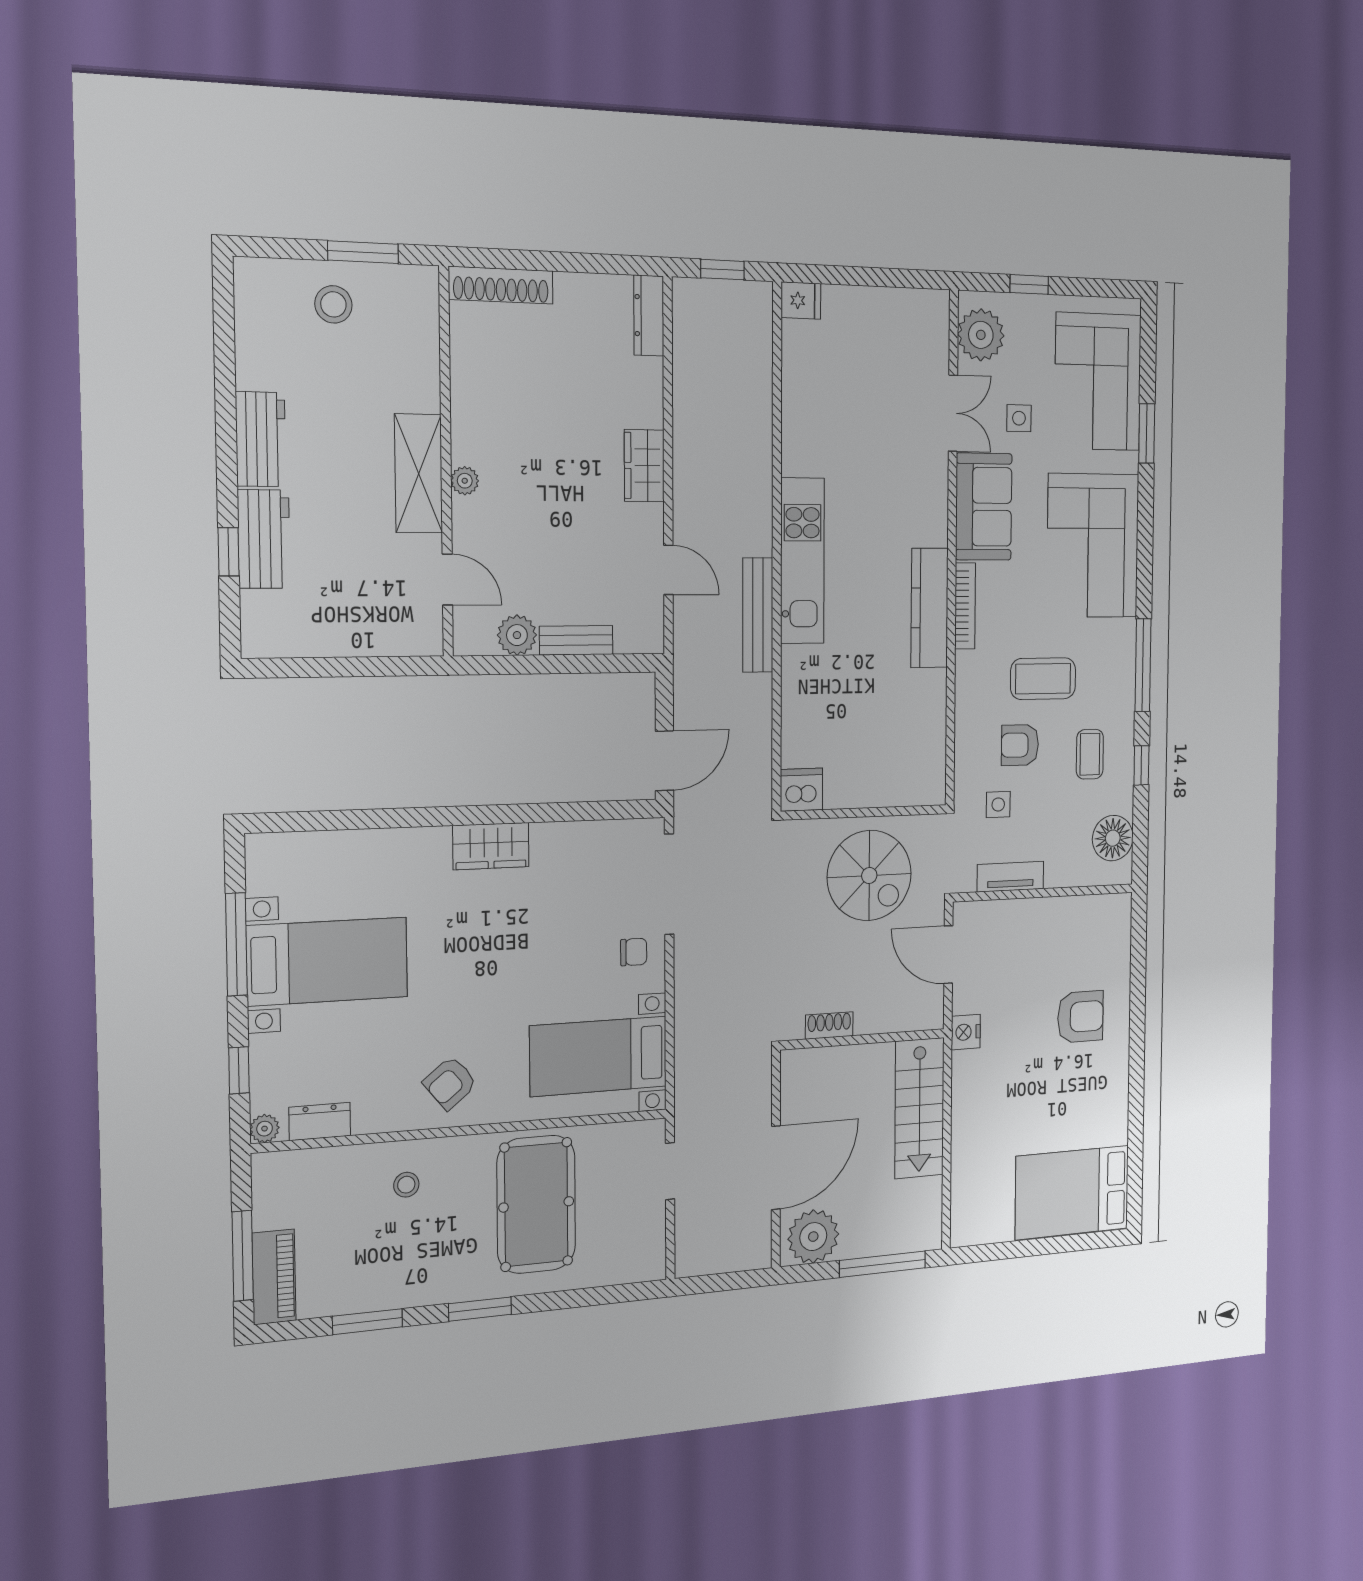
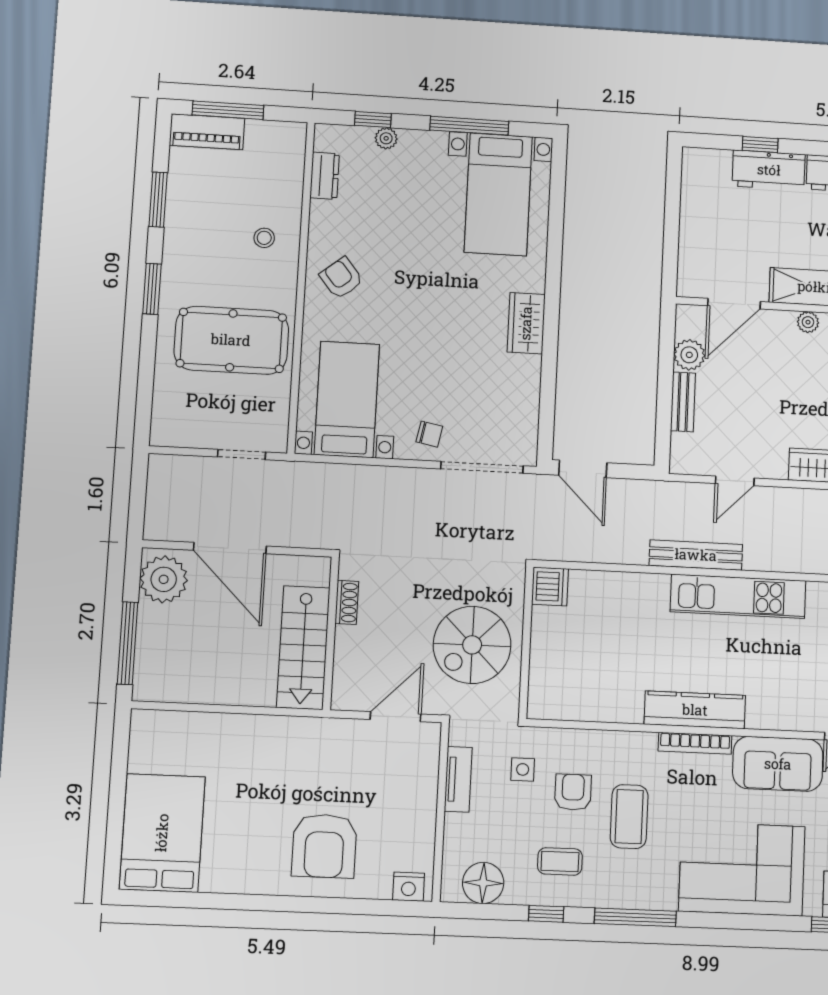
door: (447, 580) -> (734, 304), width x1.38
chair: (634, 952) -> (429, 434), turned -79
bed with nightstands: (327, 961) -> (498, 194), moved
armchair: (1080, 1017) -> (324, 846), width x1.36, depth x1.36
nightstand: (966, 1032) -> (409, 887), moved, turned 180
stairs: (919, 1108) -> (303, 648), moved, turned -90
plant: (265, 1129) -> (386, 138), moved

